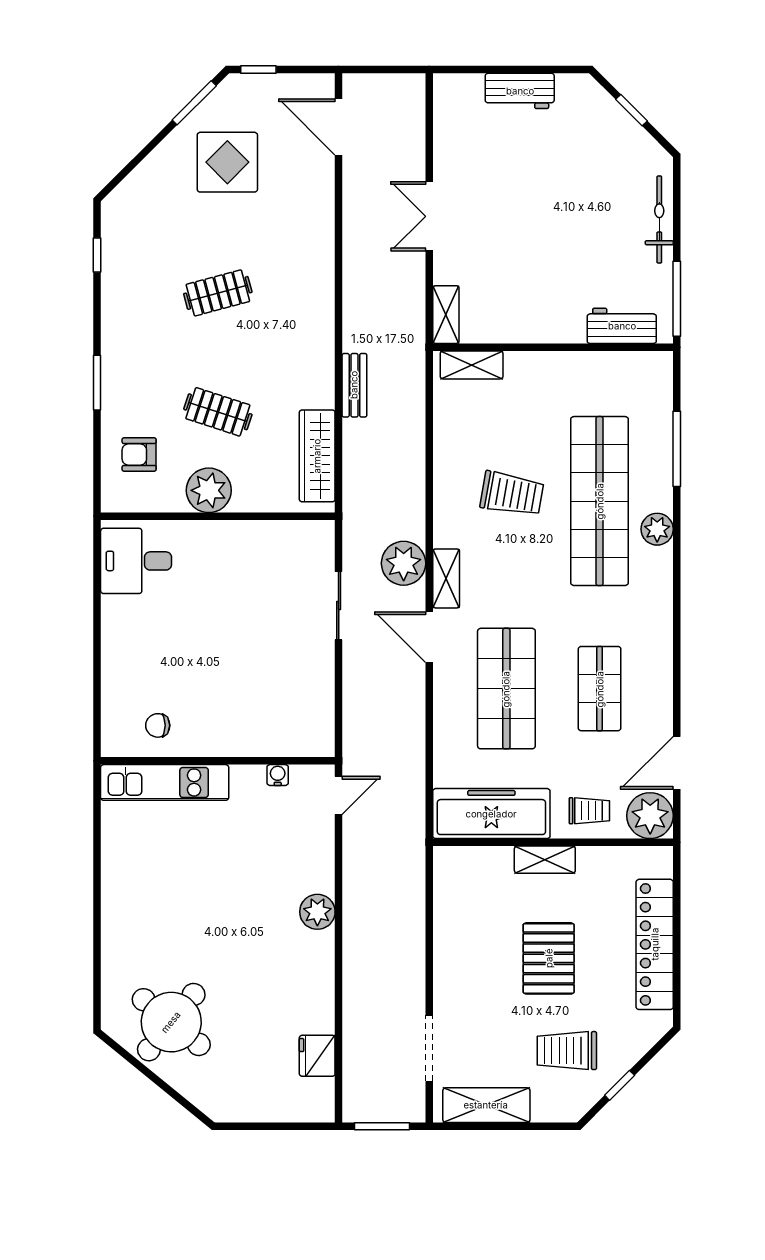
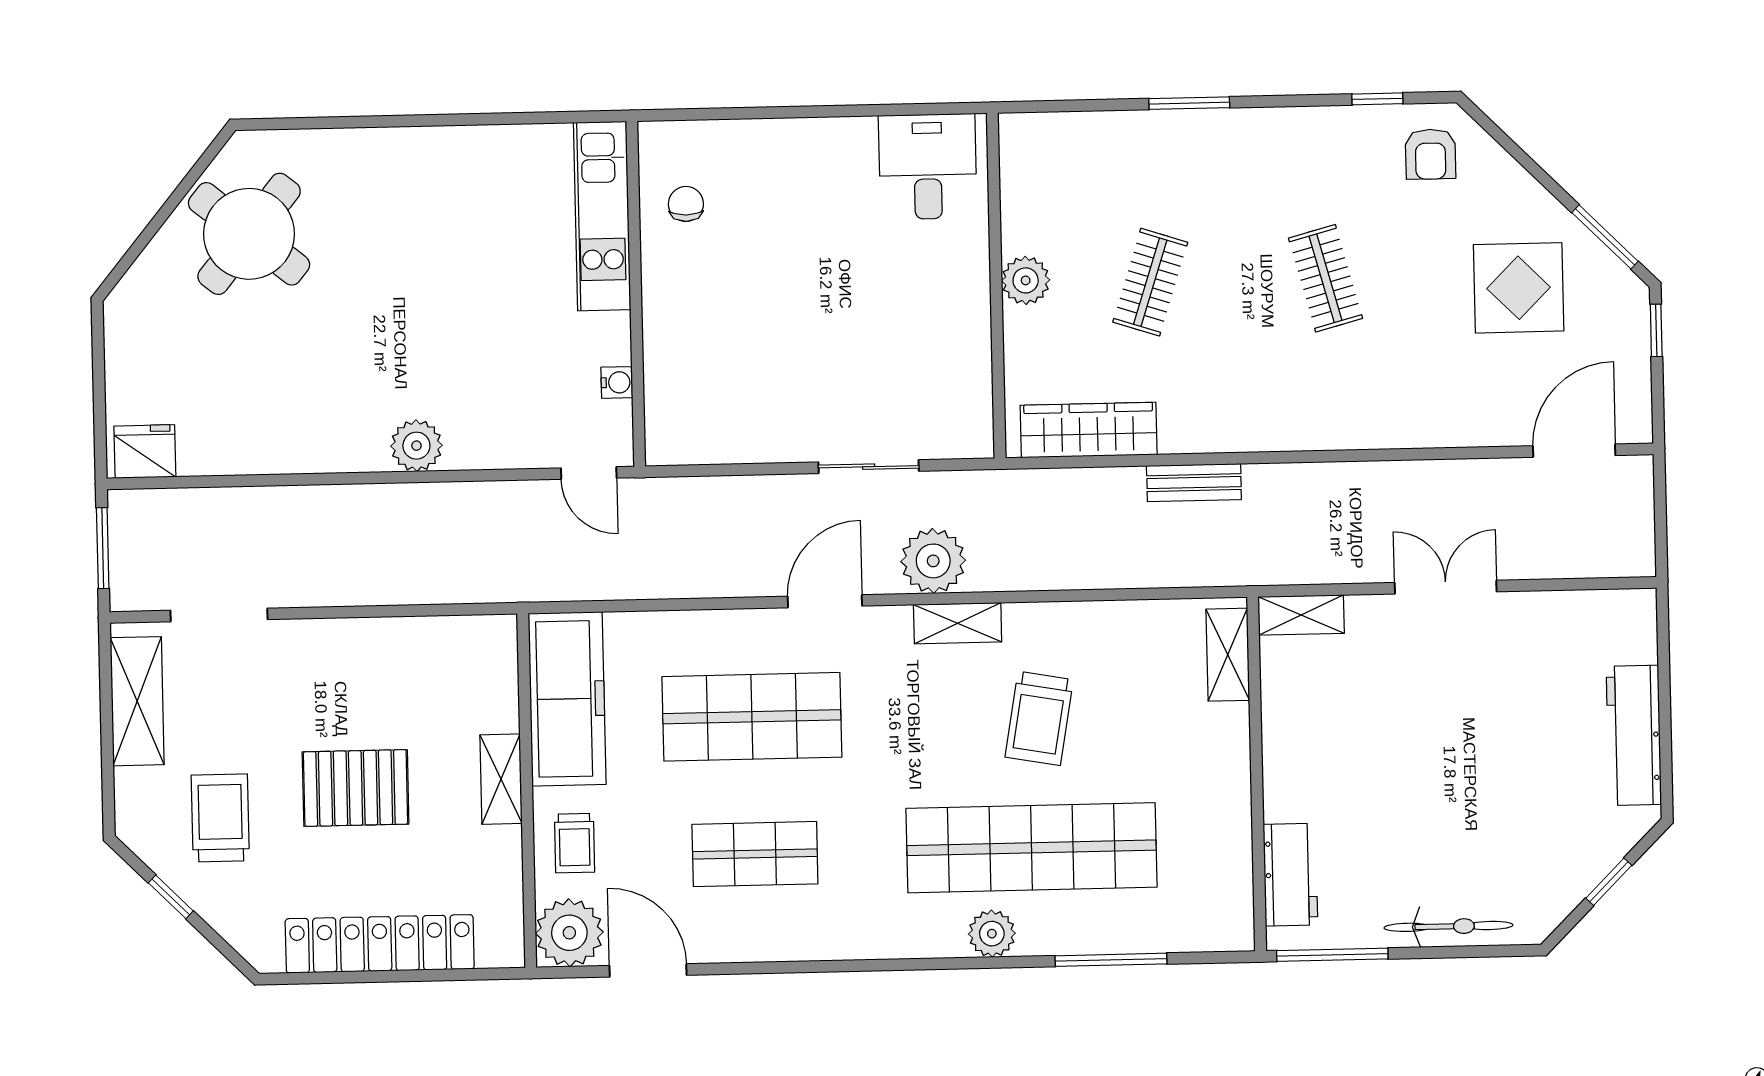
workbench: (520, 91) -> (1634, 735), width x1.38
armchair: (139, 454) -> (1431, 154), moved, turned 180
plant: (209, 490) -> (1026, 280), width x0.73, depth x0.73
shelving: (446, 578) -> (958, 623), moved
fridge: (317, 1056) -> (145, 452), moved

